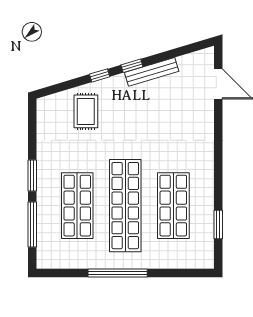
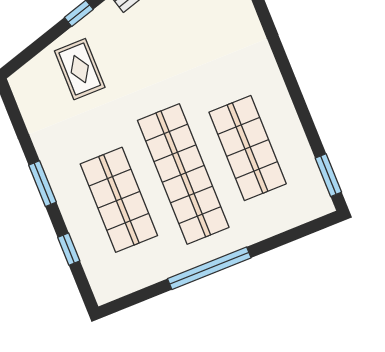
window: (32, 224) -> (69, 249), width x0.46
window: (218, 225) -> (328, 175), moved

